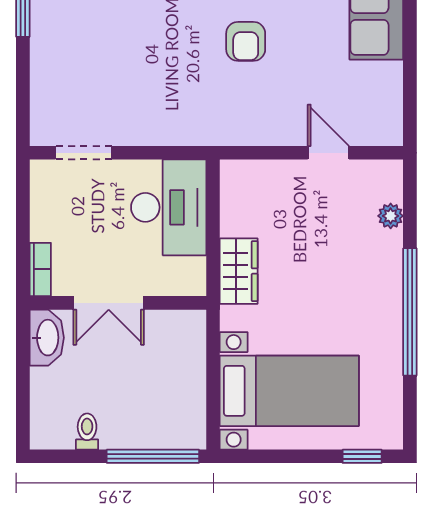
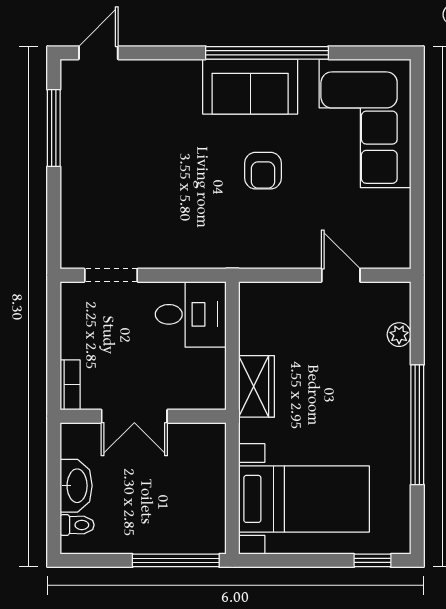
desk: (169, 207) -> (191, 314), width x0.73
washbasin: (47, 338) -> (76, 486), moved
toilet: (87, 432) -> (77, 525), moved, turned 90

